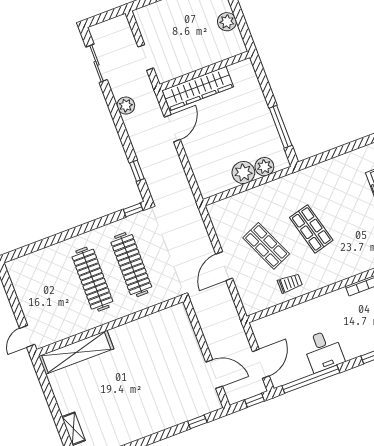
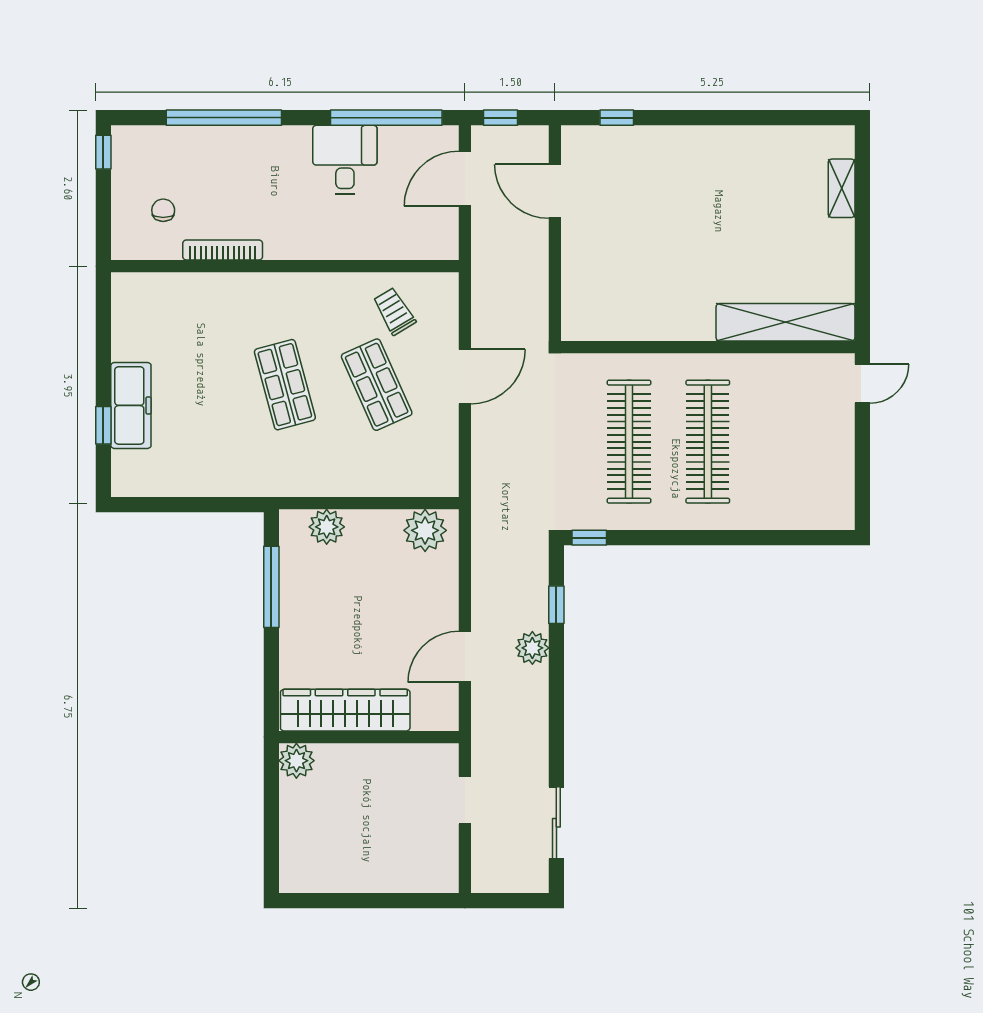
plant: (227, 22) -> (296, 761), moved
wardrobe: (198, 89) -> (345, 710), moved
plant: (126, 106) -> (532, 648), moved
plant: (243, 173) -> (425, 530), moved
trolley: (290, 283) -> (394, 311), moved, turned 59

